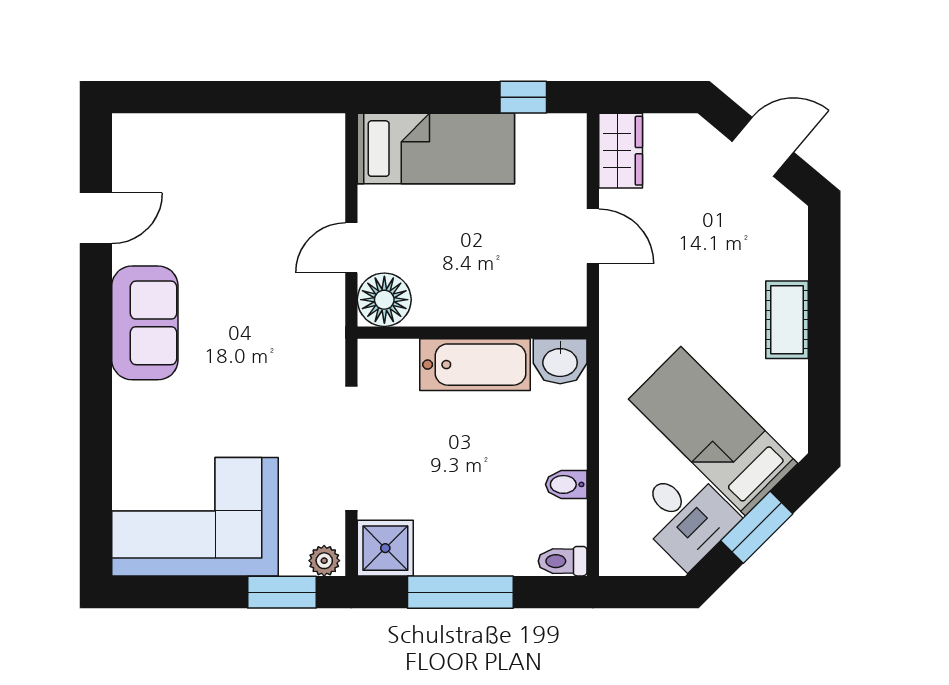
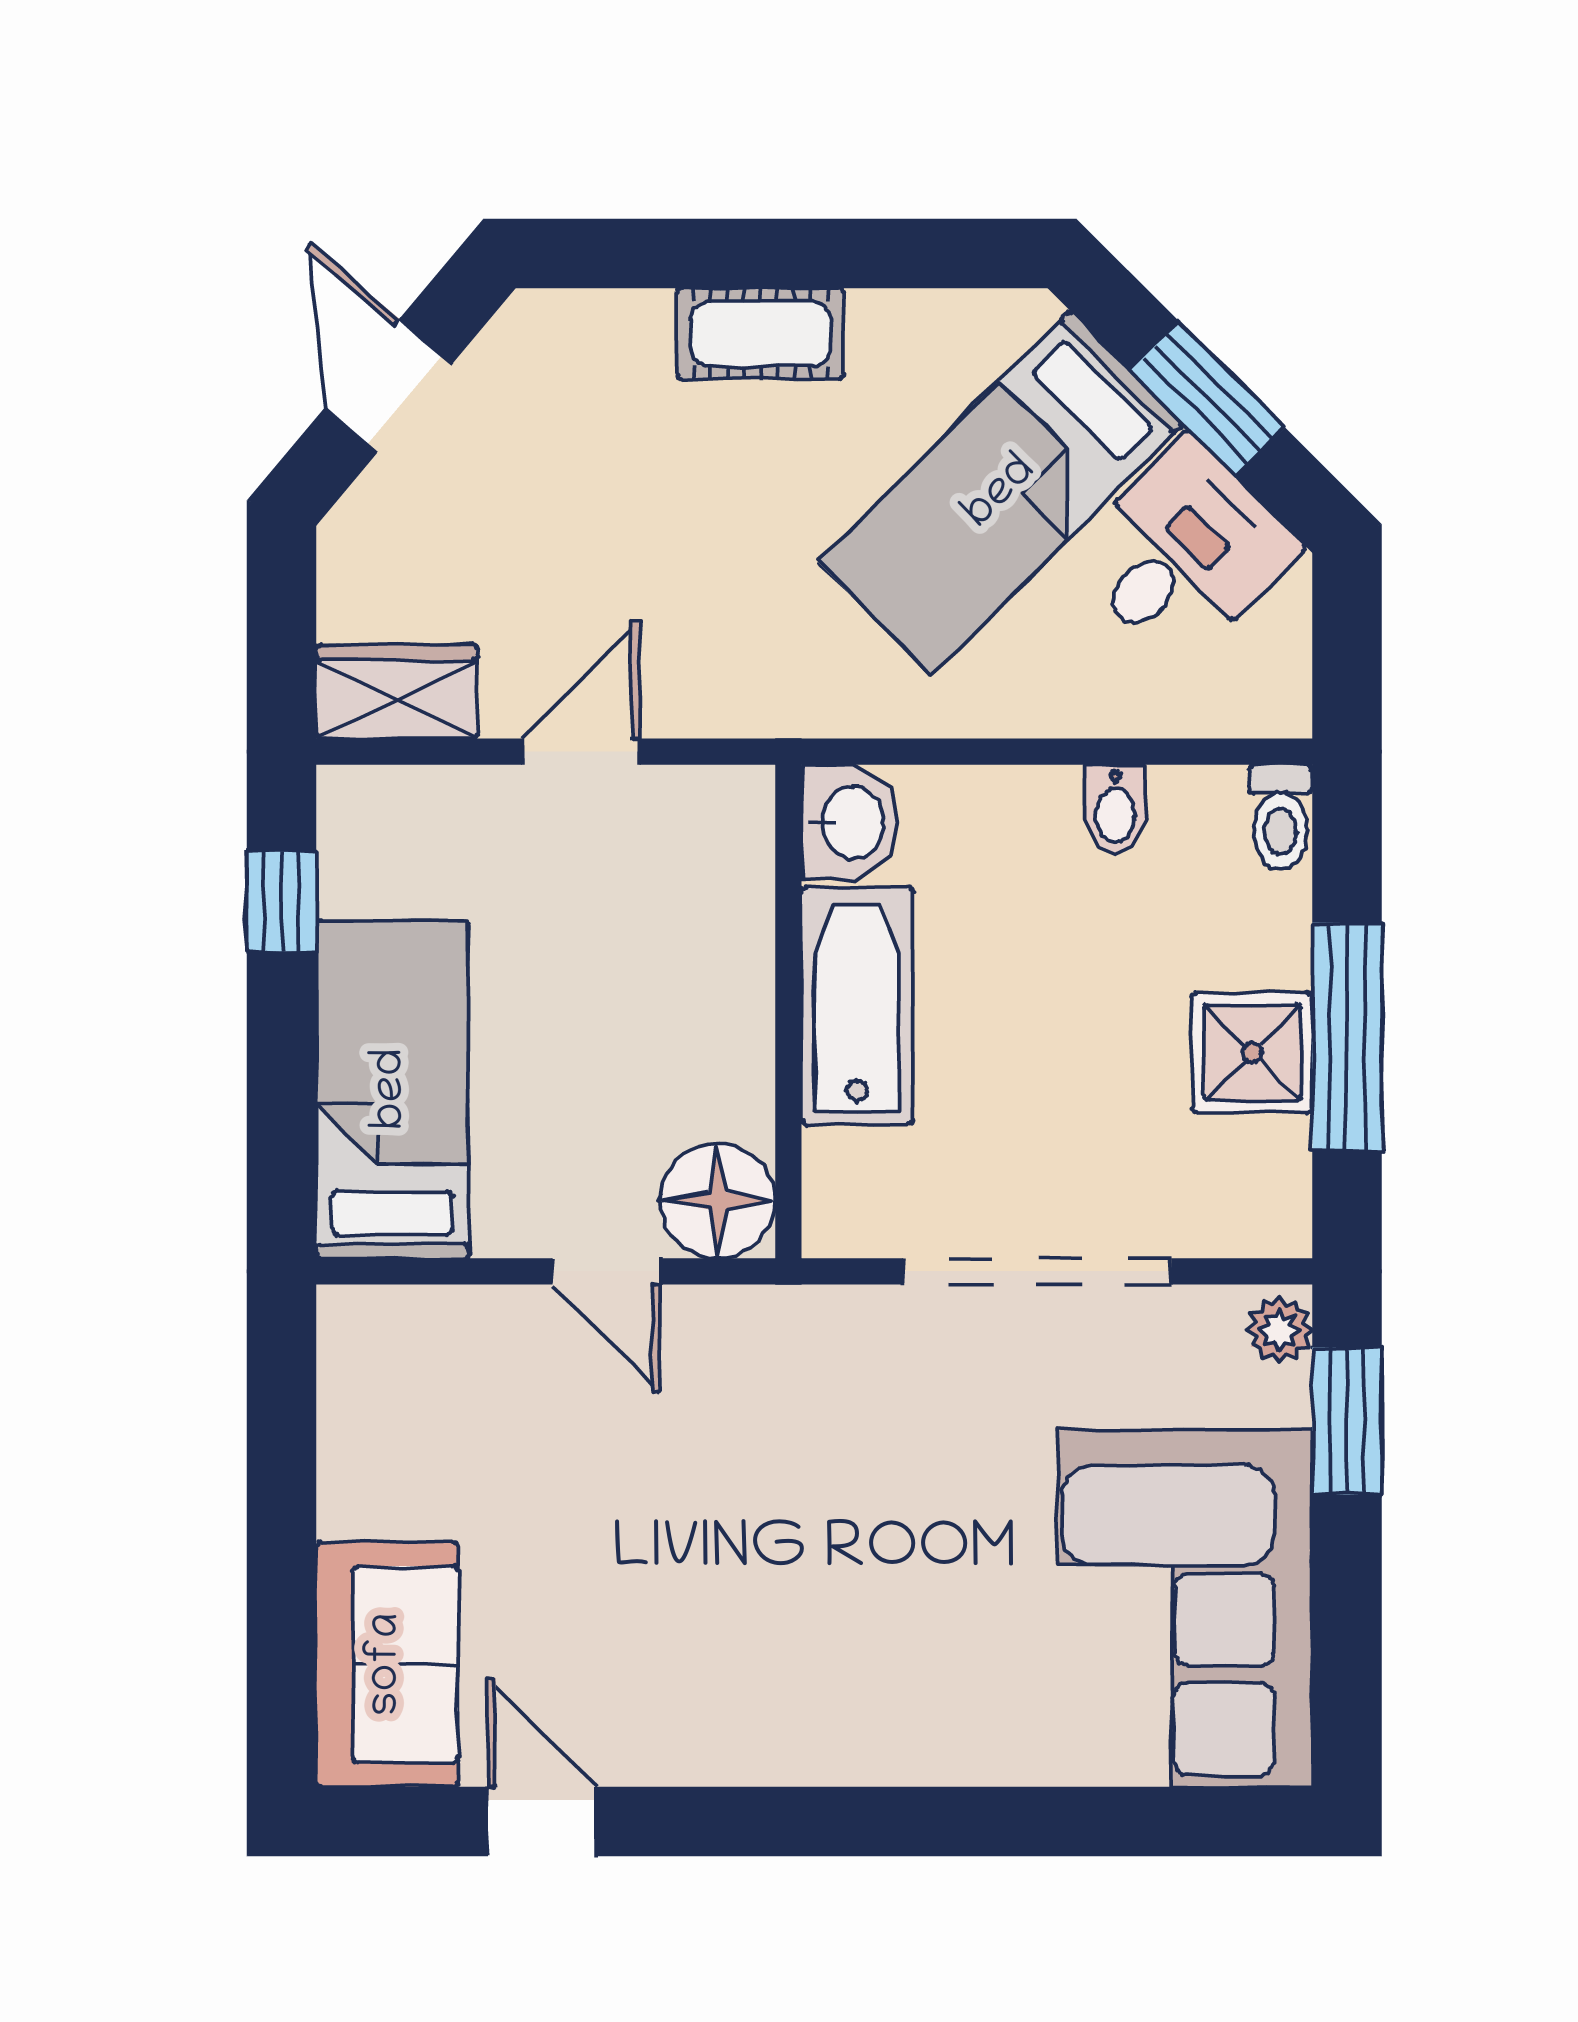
sofa: (145, 323) -> (387, 1664), moved, turned 90
shower: (385, 548) -> (1252, 1053), moved

